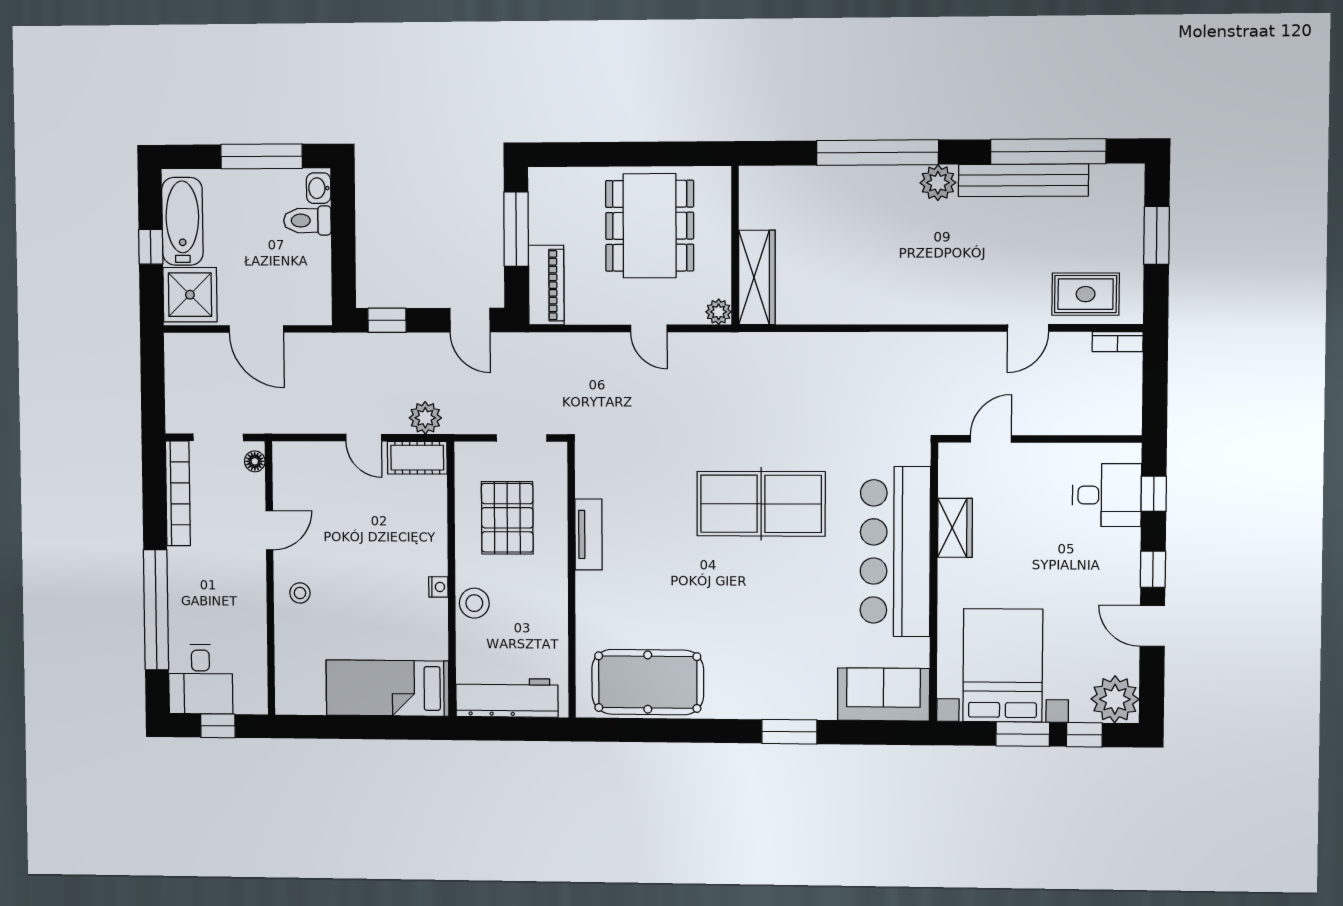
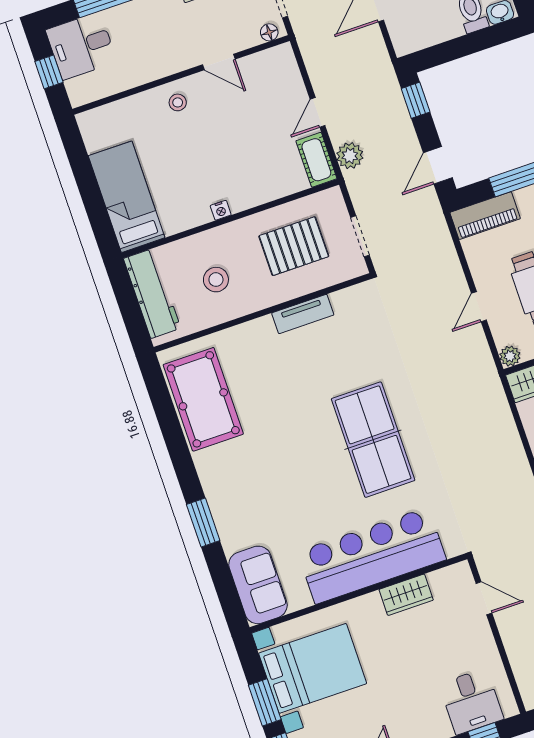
stool: (474, 603) -> (216, 280), moved

